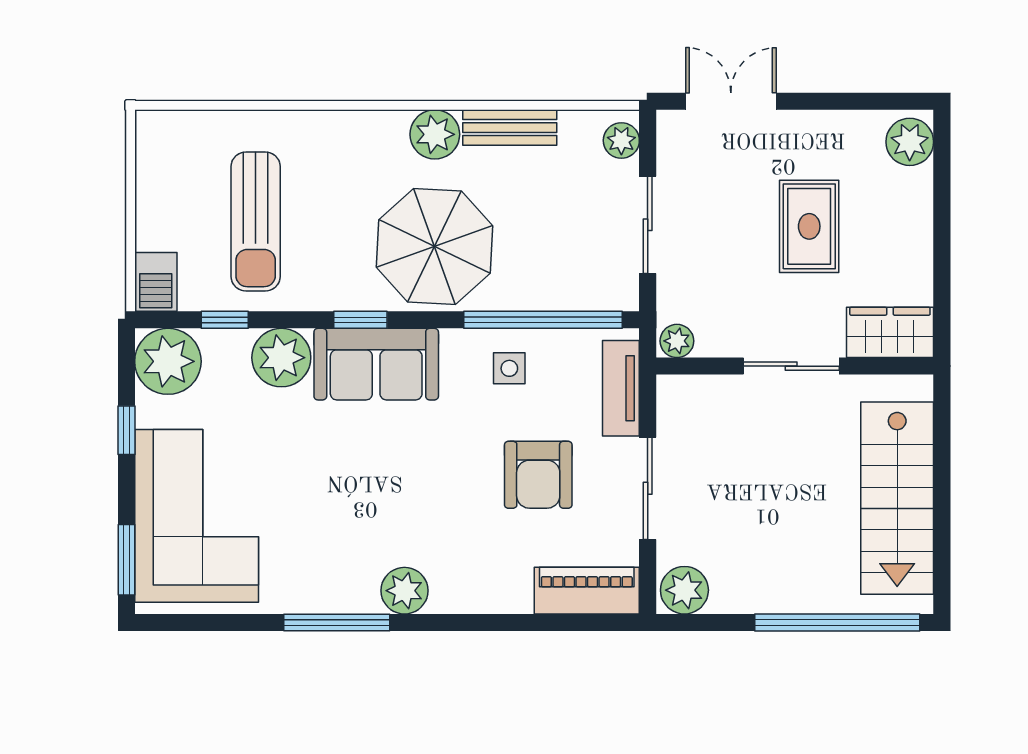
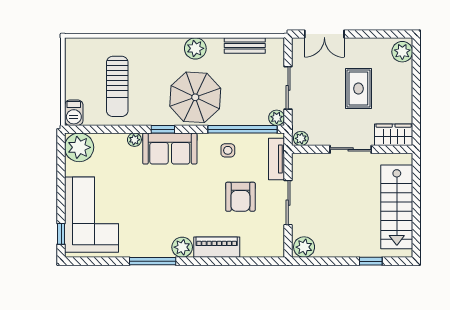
double door: (731, 101) -> (324, 34), swing flipped
bench: (510, 128) -> (245, 45), moved
plant: (621, 140) -> (277, 118), moved
window: (225, 320) -> (104, 129), removed
plant: (281, 358) -> (134, 140), width x0.53, depth x0.53
window: (126, 430) -> (61, 177), removed
window: (126, 560) -> (61, 234), width x0.67
piano: (587, 591) -> (217, 247), moved
window: (837, 622) -> (371, 261), width x0.32

